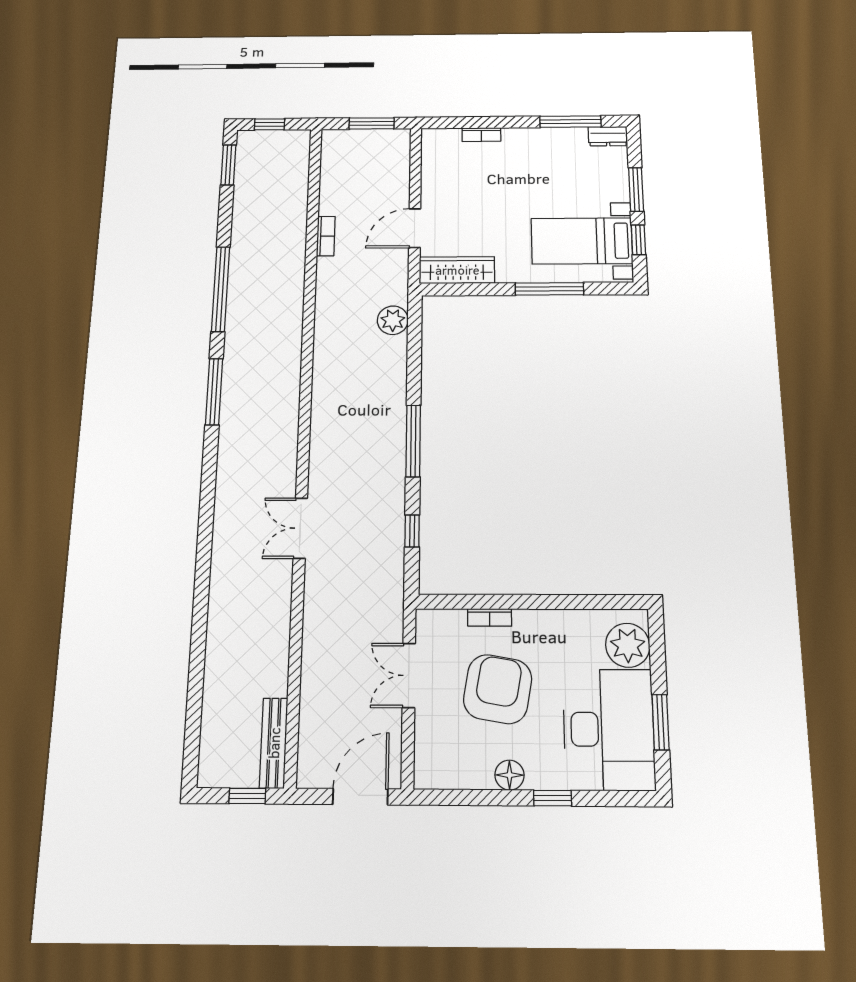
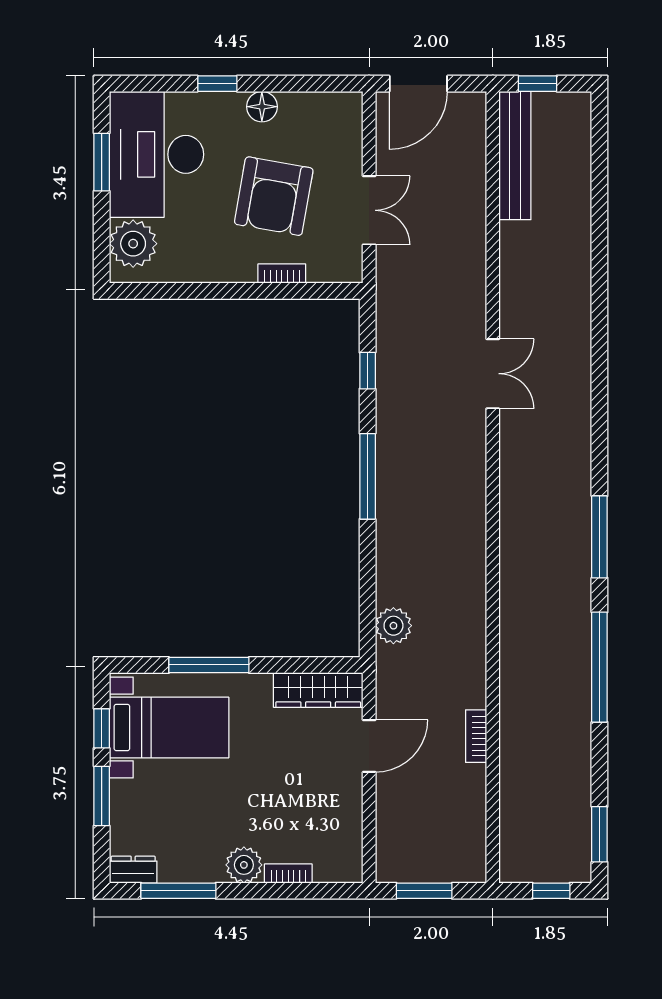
plant: (518, 140) -> (244, 865), added
bench: (274, 743) -> (515, 156), width x1.37, depth x1.21

